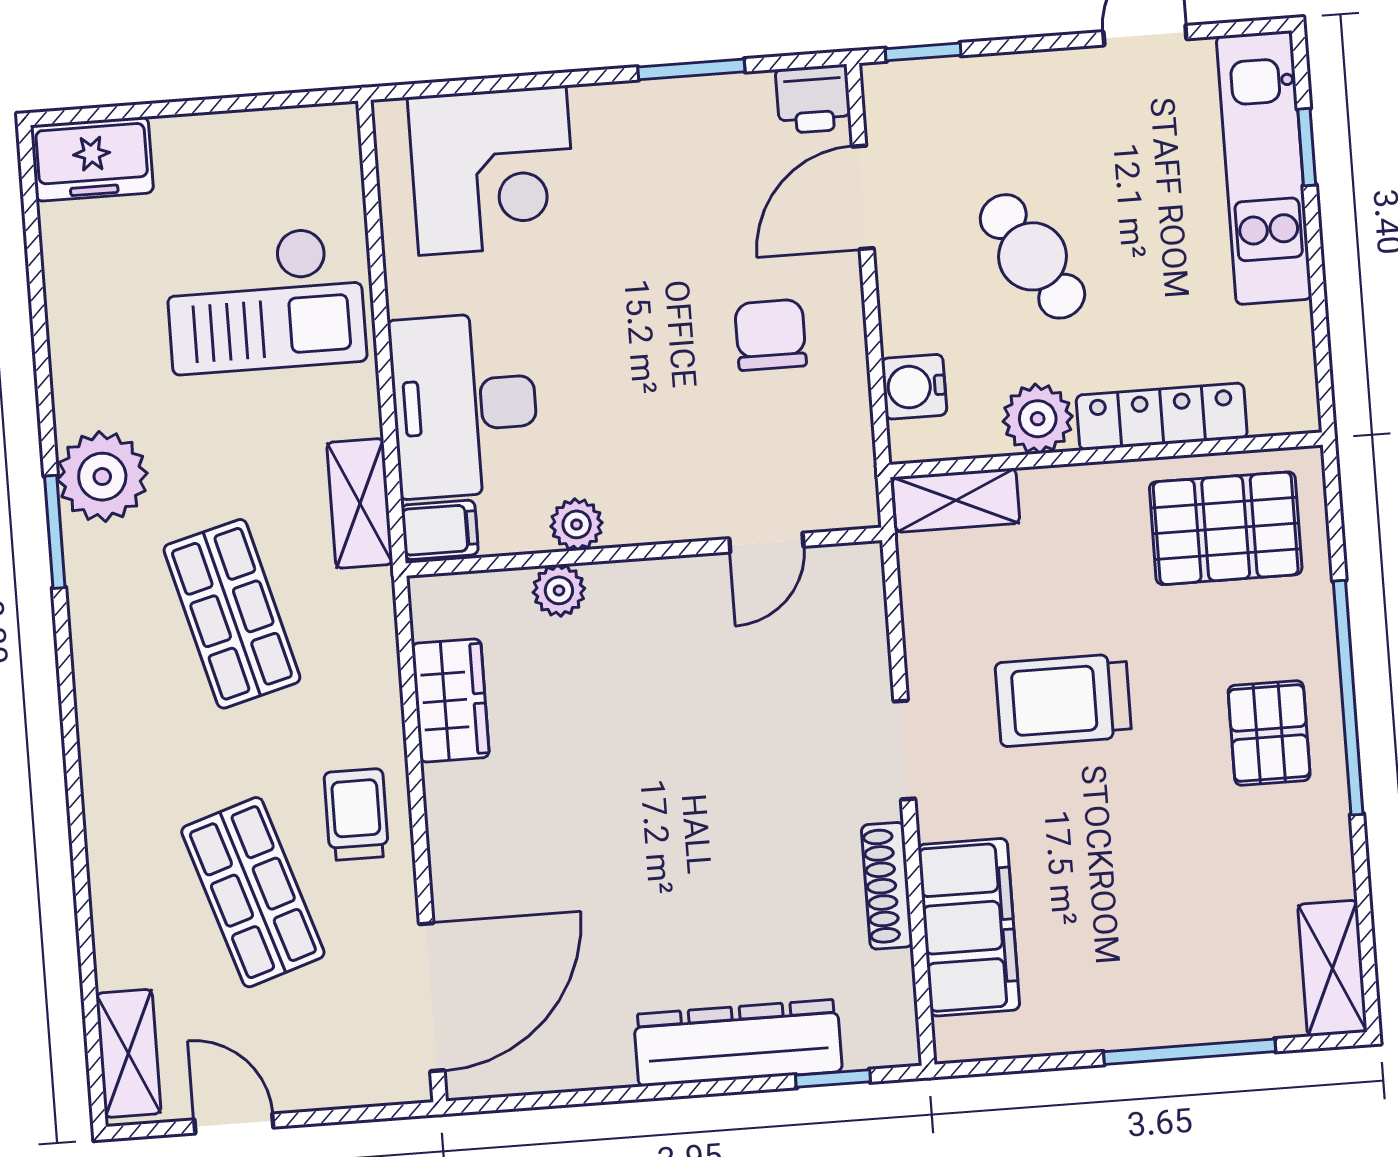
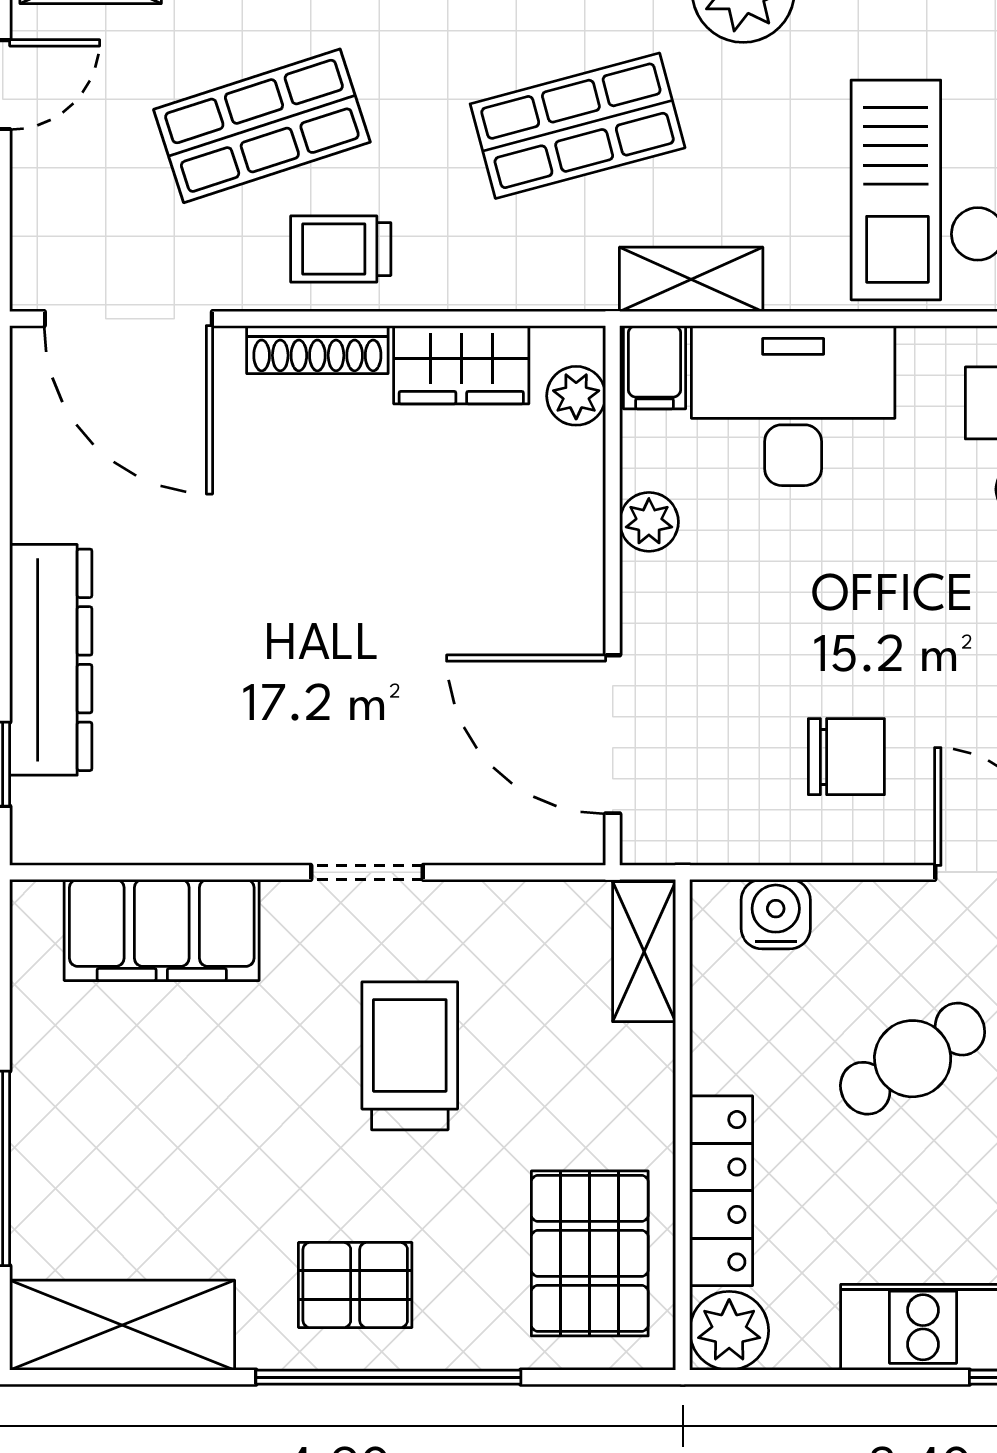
plant: (1038, 419) -> (729, 1331), moved
door: (766, 543) -> (613, 734), width x1.88
plant: (559, 590) -> (576, 396), moved
trolley: (356, 814) -> (341, 249), turned 180
shoe rack: (887, 886) -> (317, 350), moved, turned 180
shelving: (1332, 968) -> (122, 1325), width x1.50, depth x1.33

